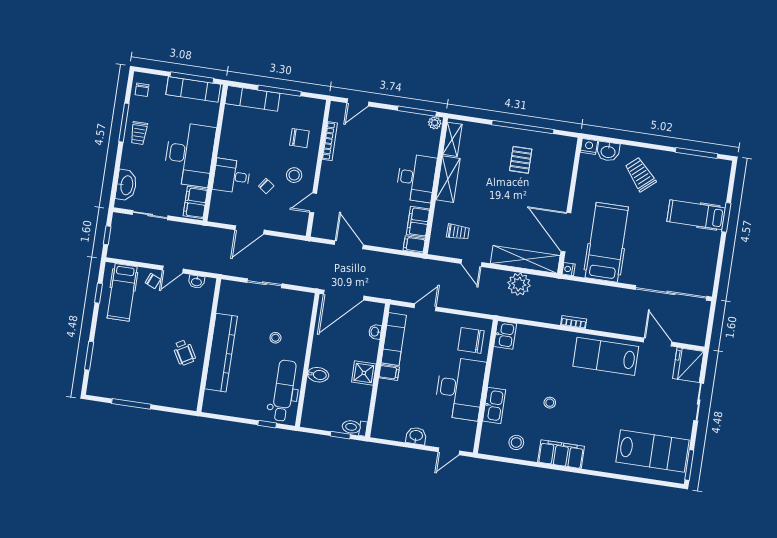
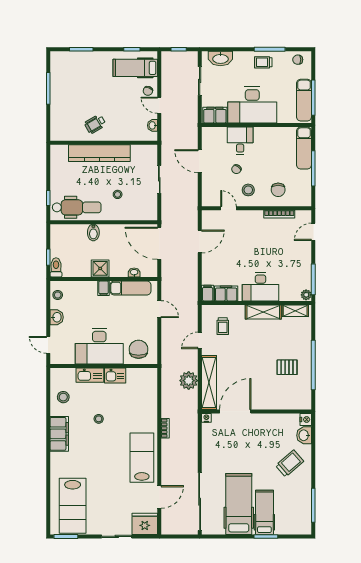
door: (358, 102) -> (313, 232), hinge flipped
hospital bed: (607, 242) -> (239, 504), moved, turned -90
kitchen sink: (505, 335) -> (115, 376), moved
stool: (389, 430) -> (58, 295), added

